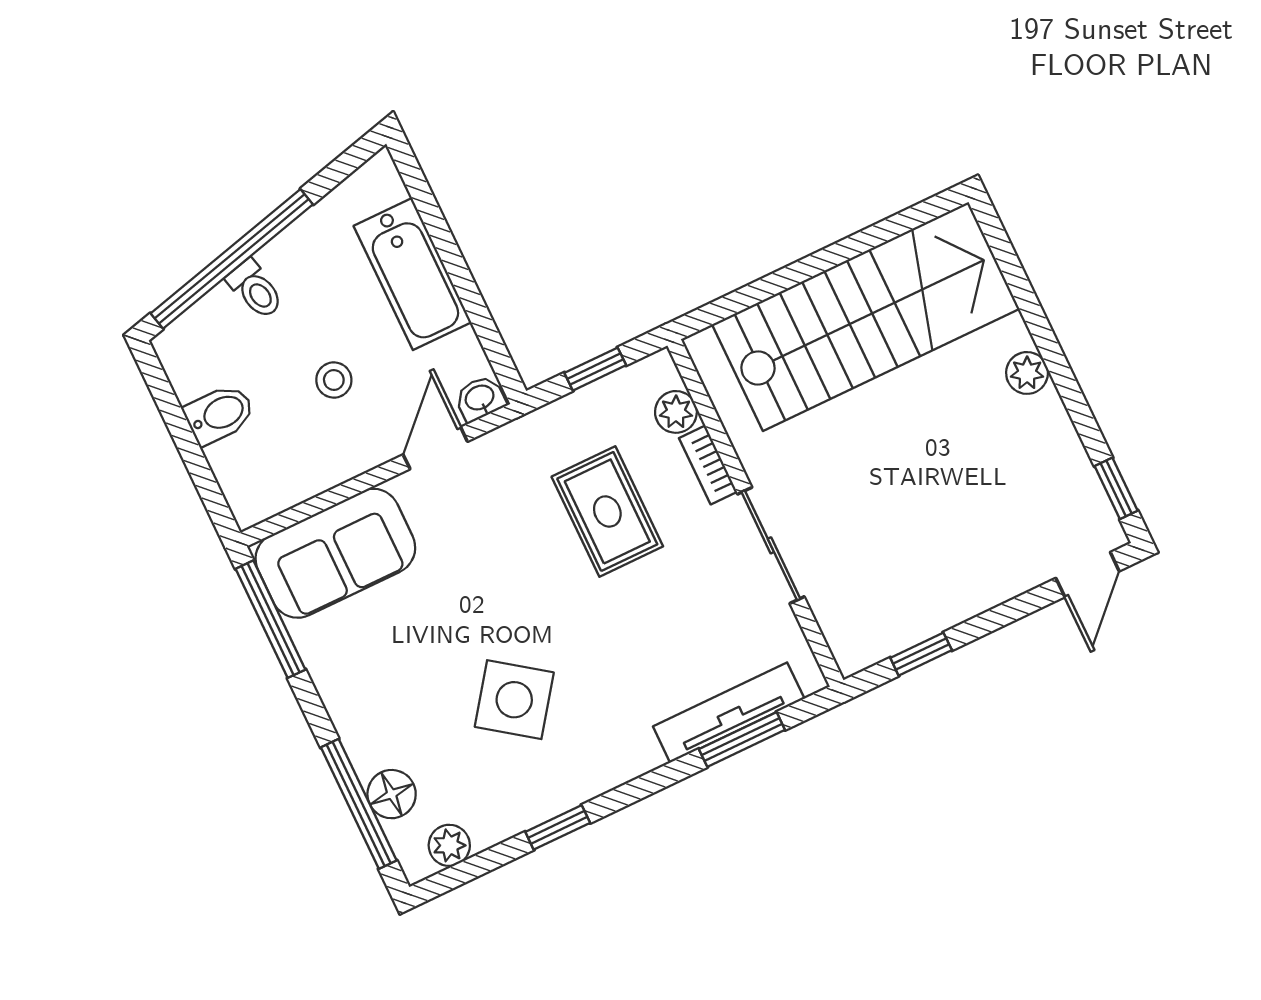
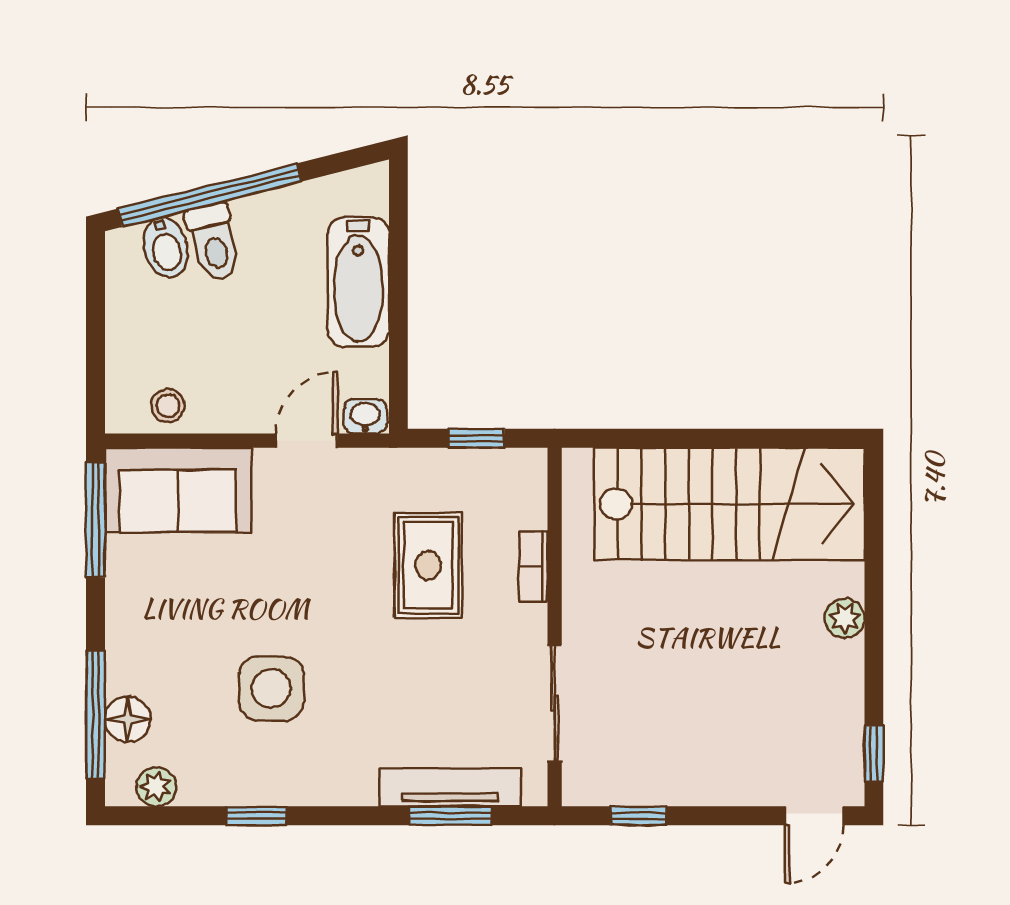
toilet: (255, 289) -> (214, 243), width x1.37, depth x1.39
stool: (334, 380) -> (168, 406), moved
plant: (676, 412) -> (528, 508), removed
bidet: (219, 414) -> (166, 247), moved, turned 76
sliding door: (771, 545) -> (555, 703), moved
side table: (514, 700) -> (271, 689), turned -36

